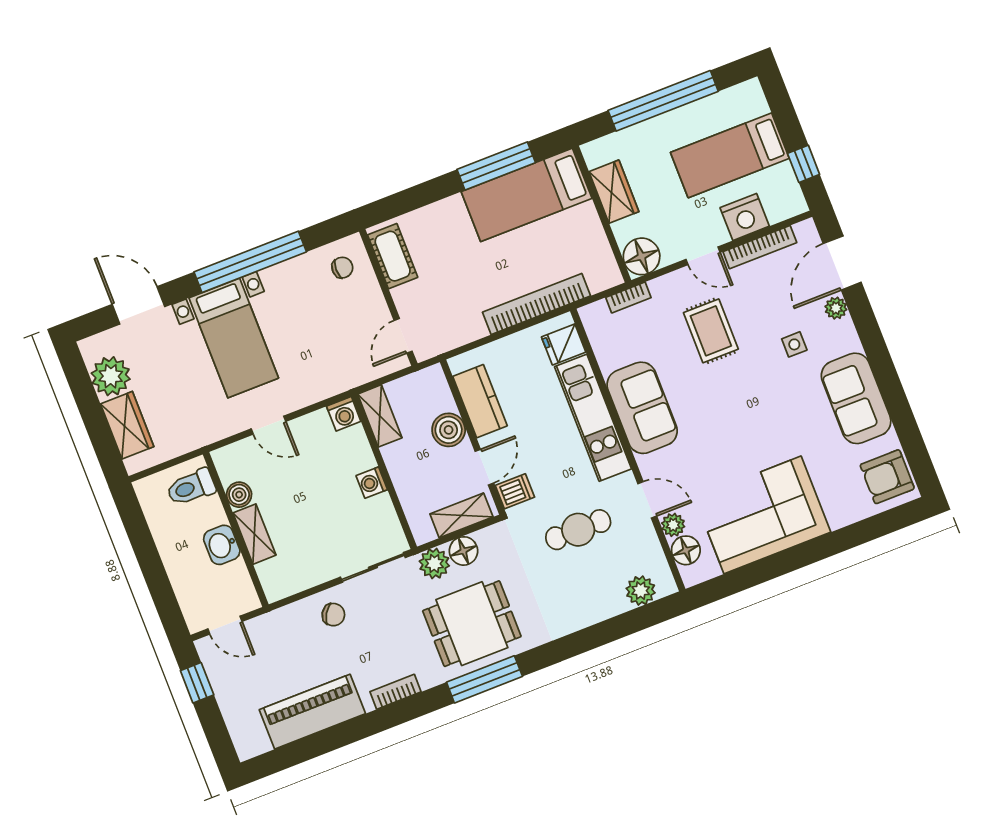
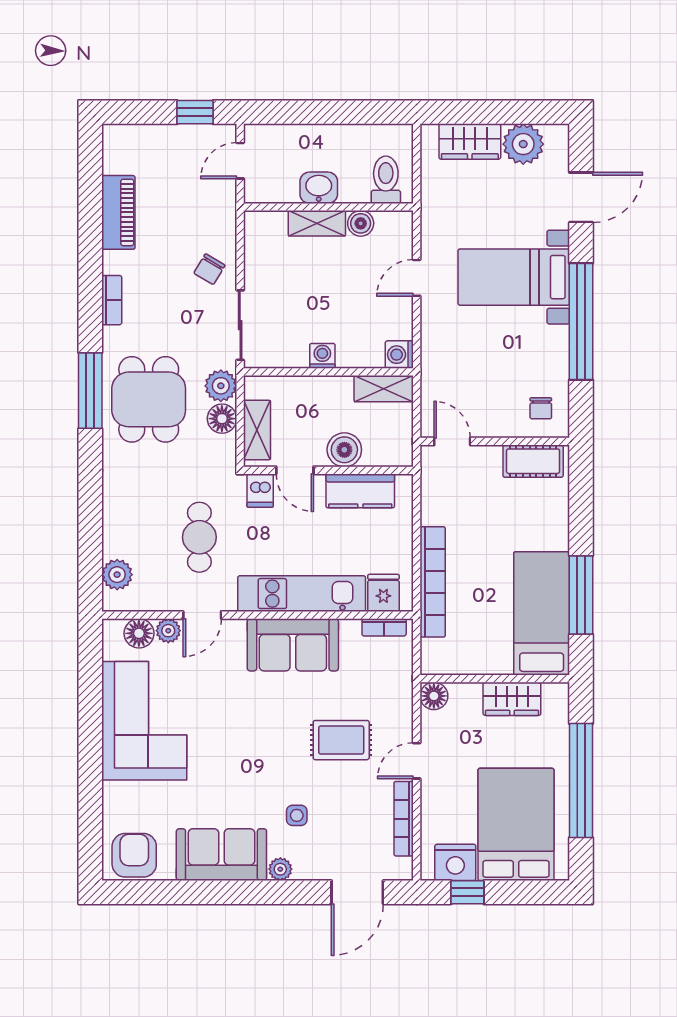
bed: (730, 155) -> (516, 824), width x1.50
nightstand: (745, 217) -> (455, 862), moved, turned -90
floor lamp: (642, 256) -> (434, 696), width x0.73, depth x0.73
door: (842, 263) -> (357, 892), swing flipped
bookcase: (628, 298) -> (384, 627), moved, turned -90
plant: (836, 308) -> (280, 869), moved
piano: (312, 712) -> (118, 212), width x0.73, depth x0.75

